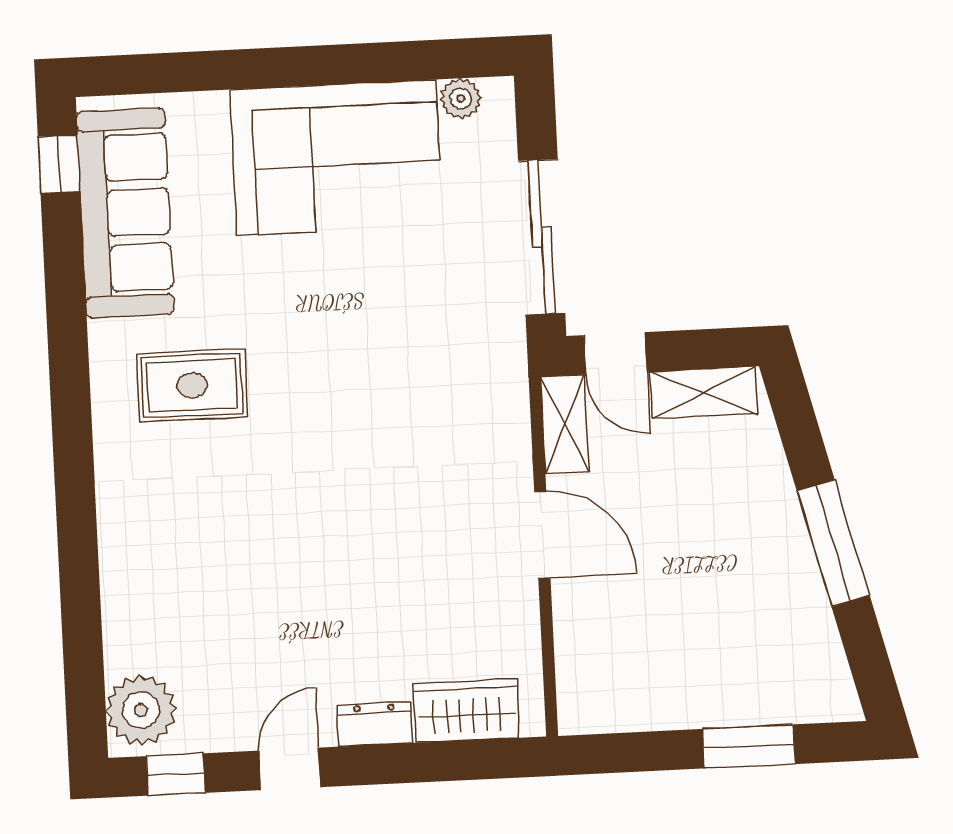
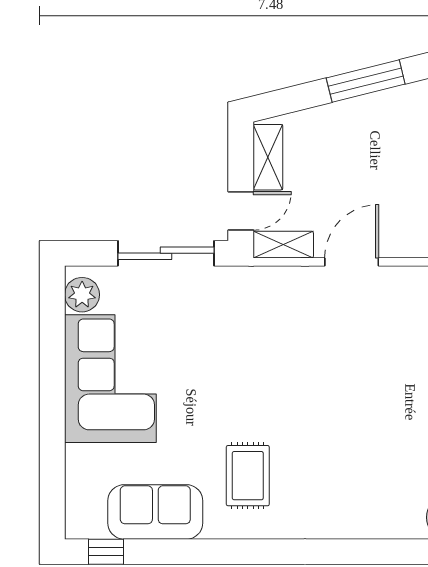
plant: (461, 99) -> (82, 295), width x1.38, depth x1.38
sofa: (125, 213) -> (155, 512), width x0.73

